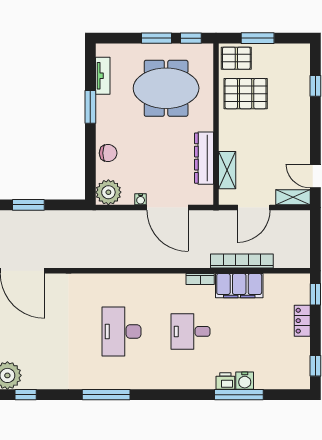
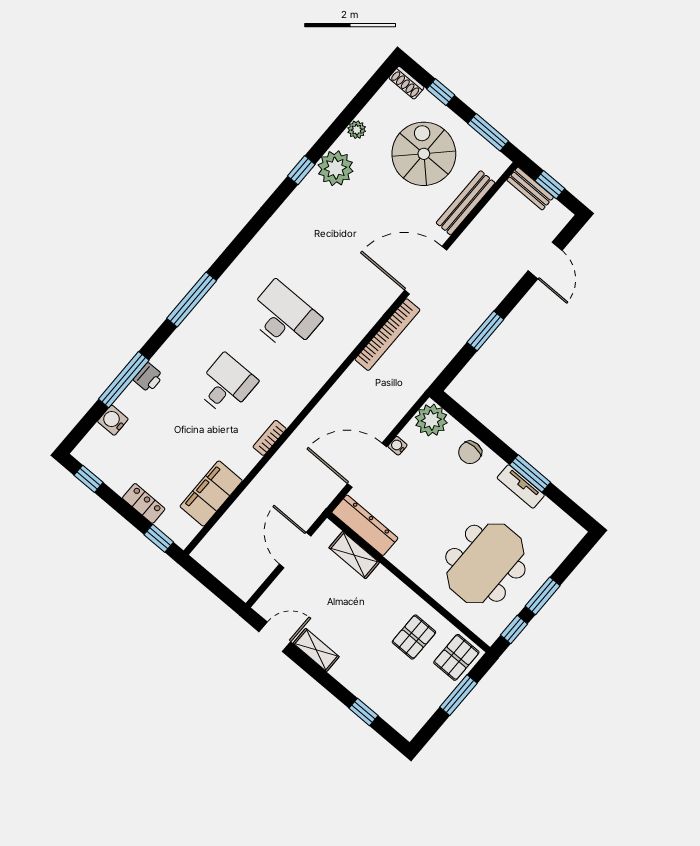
tv unit: (103, 76) -> (521, 486), moved
pallet: (246, 94) -> (414, 637), width x0.67, depth x0.71
dresser: (204, 158) -> (365, 525), moved
shelving: (293, 197) -> (316, 650), moved, turned 90
bookcase: (242, 261) -> (387, 335), moved
filing cabinet: (239, 286) -> (211, 493), moved
water cooler: (245, 381) -> (113, 420), moved
window: (106, 395) -> (192, 299), moved

